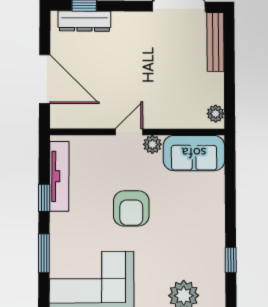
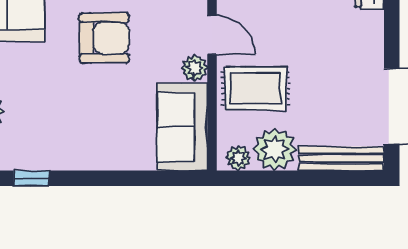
plant: (209, 88) -> (275, 149), added
rug: (167, 101) -> (256, 88), added
armchair: (131, 208) -> (104, 38), turned 180

